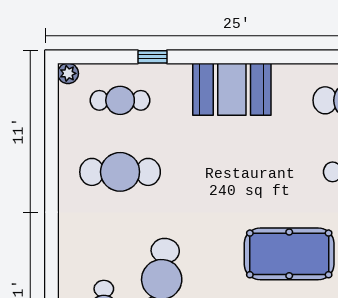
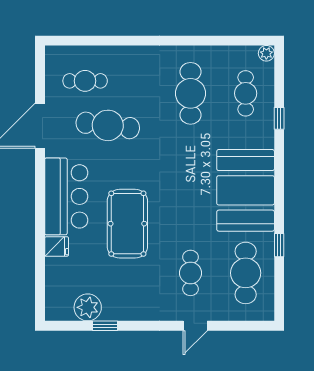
window: (317, 57) -> (279, 245), added
booth: (232, 89) -> (246, 190), width x1.36, depth x1.42

